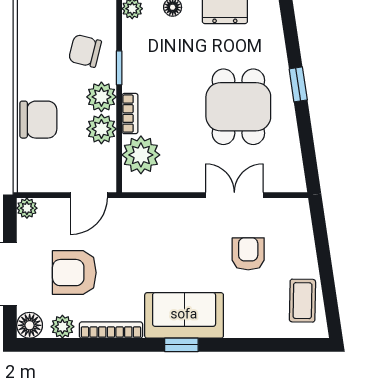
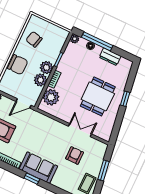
chair: (85, 51) -> (34, 39), moved
window: (324, 257) -> (103, 170), added

